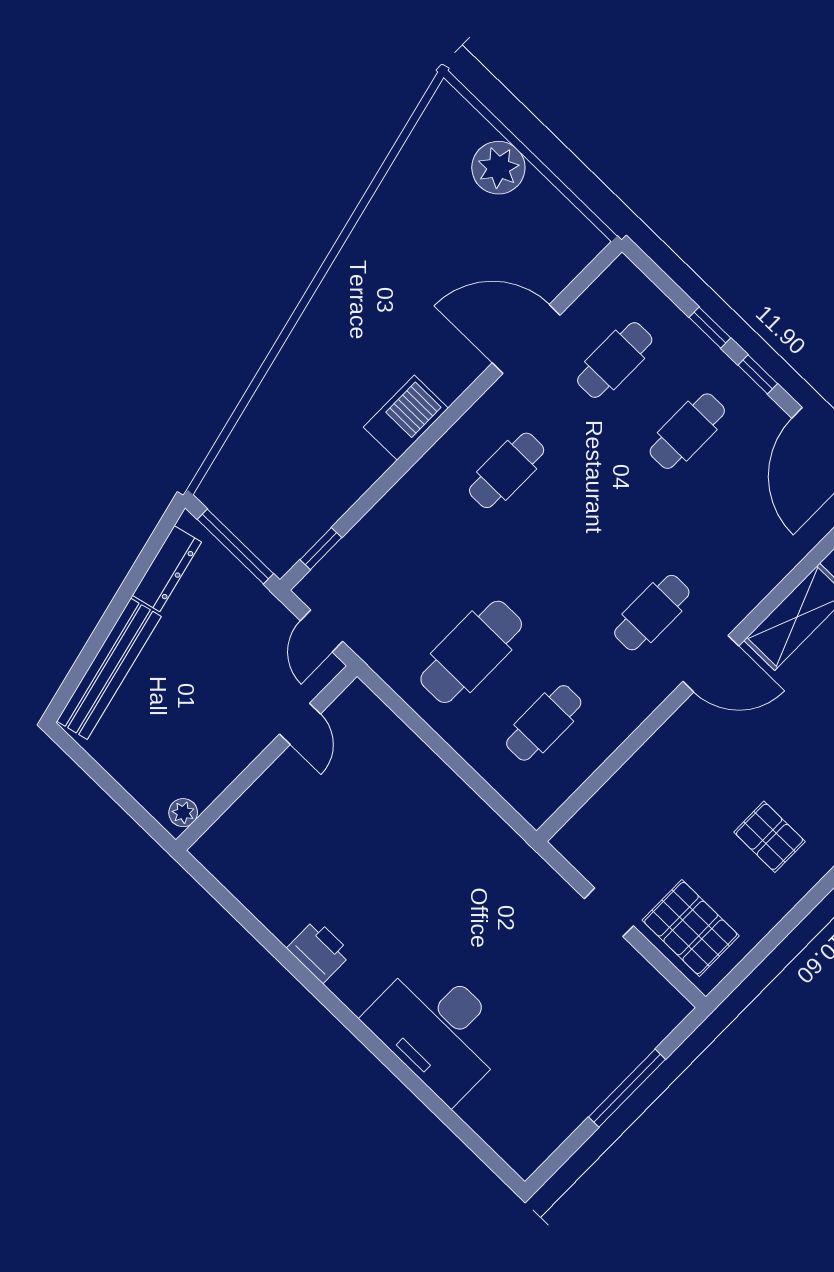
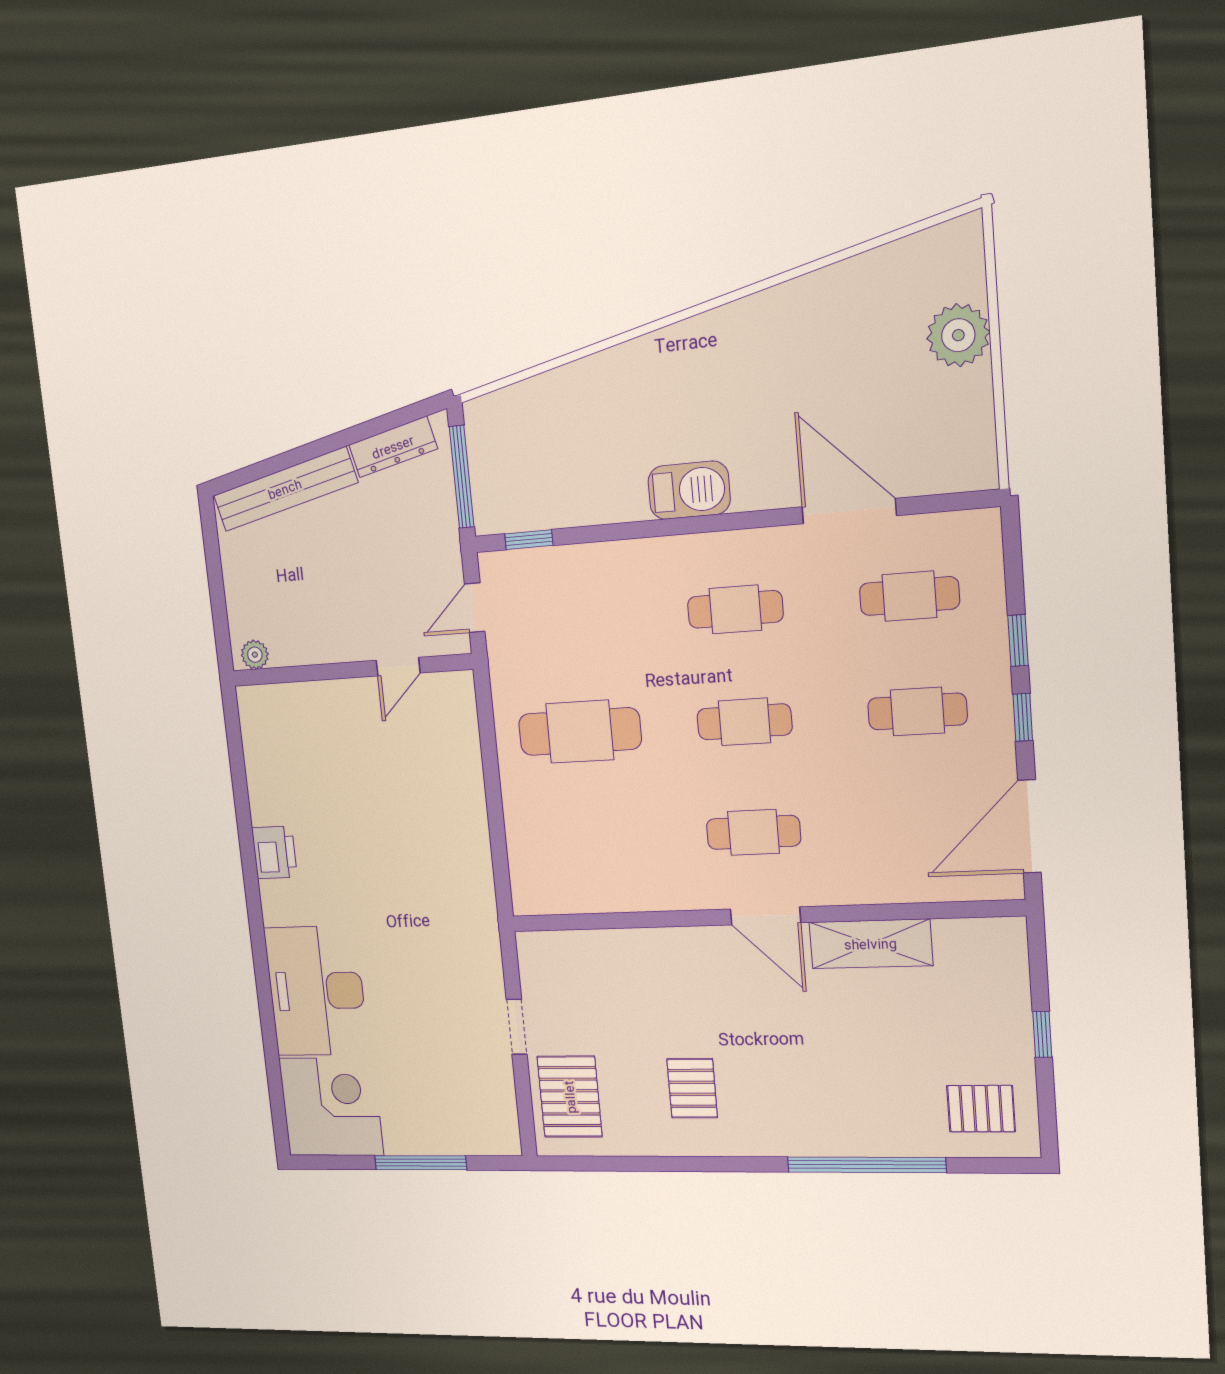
cafe table: (544, 723) -> (744, 722), moved
corner desk: (524, 1111) -> (331, 1107), added

